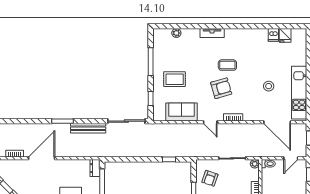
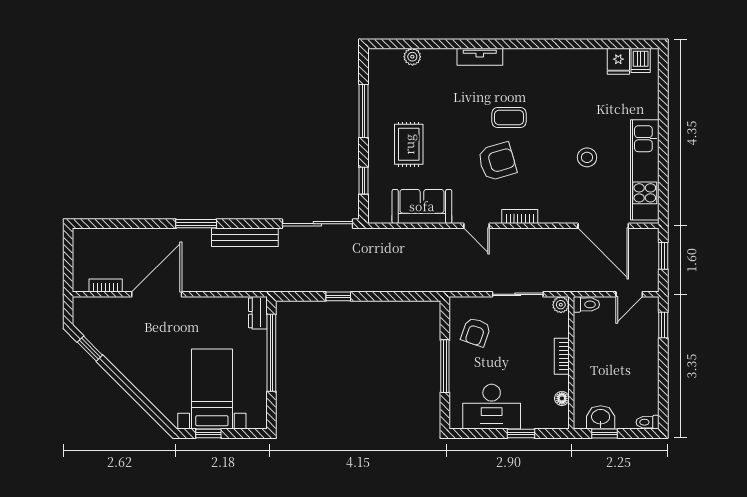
dishwasher: (273, 35) -> (641, 60), moved
rug: (175, 79) -> (409, 144), turned 90
window: (169, 159) -> (338, 296), moved

